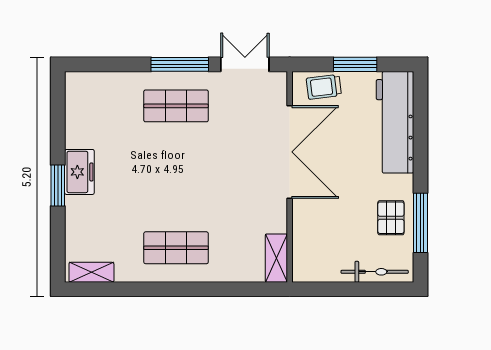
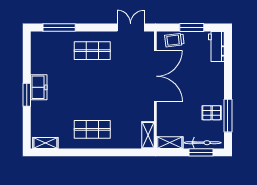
window: (180, 64) -> (59, 28), moved
workbench: (395, 122) -> (216, 46), width x0.53, depth x0.76
pallet: (391, 218) -> (212, 113), turned 90
shelving: (316, 272) -> (170, 143), added
window: (372, 289) -> (201, 152), added

